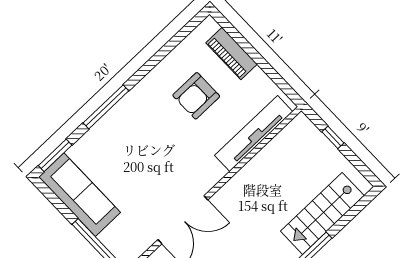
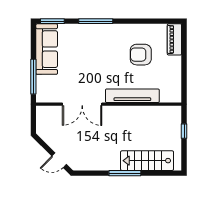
piano: (231, 53) -> (174, 39), moved
tv unit: (254, 133) -> (132, 96), moved

